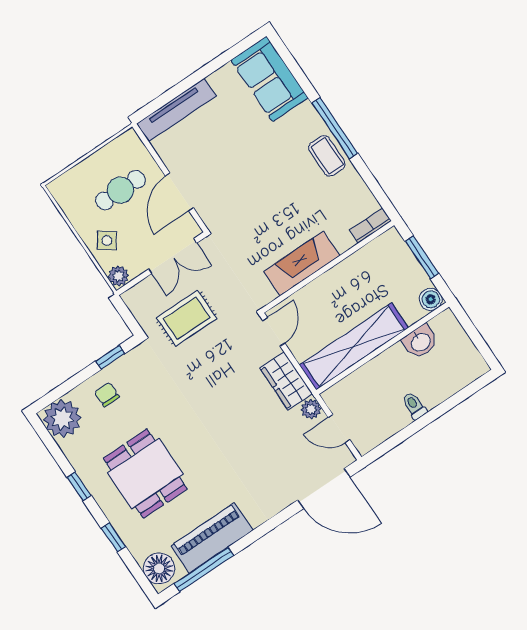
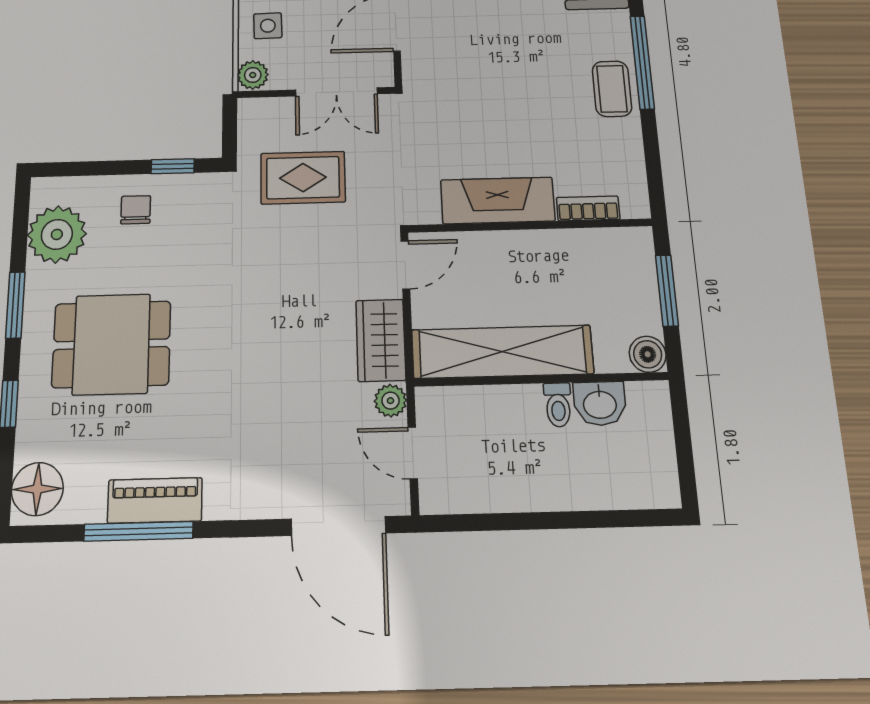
bookcase: (371, 225) -> (588, 208), moved
side table: (107, 240) -> (268, 26), turned -36
toilet: (414, 406) -> (558, 405), moved, turned 180
plant: (62, 419) -> (57, 234), moved
dining table: (145, 474) -> (112, 344), turned 90
window: (79, 486) -> (15, 305), width x1.50
piano: (212, 538) -> (155, 500), width x0.73, depth x0.75
window: (204, 569) -> (139, 531), moved

